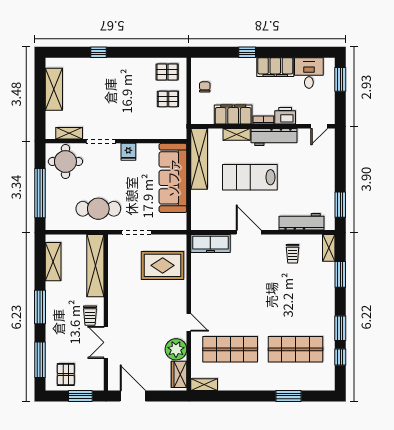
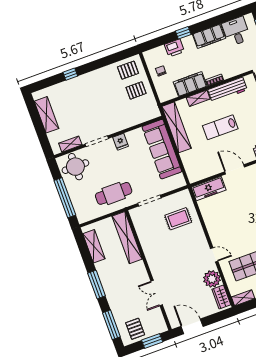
printer: (285, 116) -> (174, 48), moved, turned 180
lab bench: (250, 177) -> (220, 127), width x0.73, depth x0.72
rug: (163, 265) -> (178, 219), width x0.73, depth x0.70
trolley: (90, 316) -> (137, 277), removed

